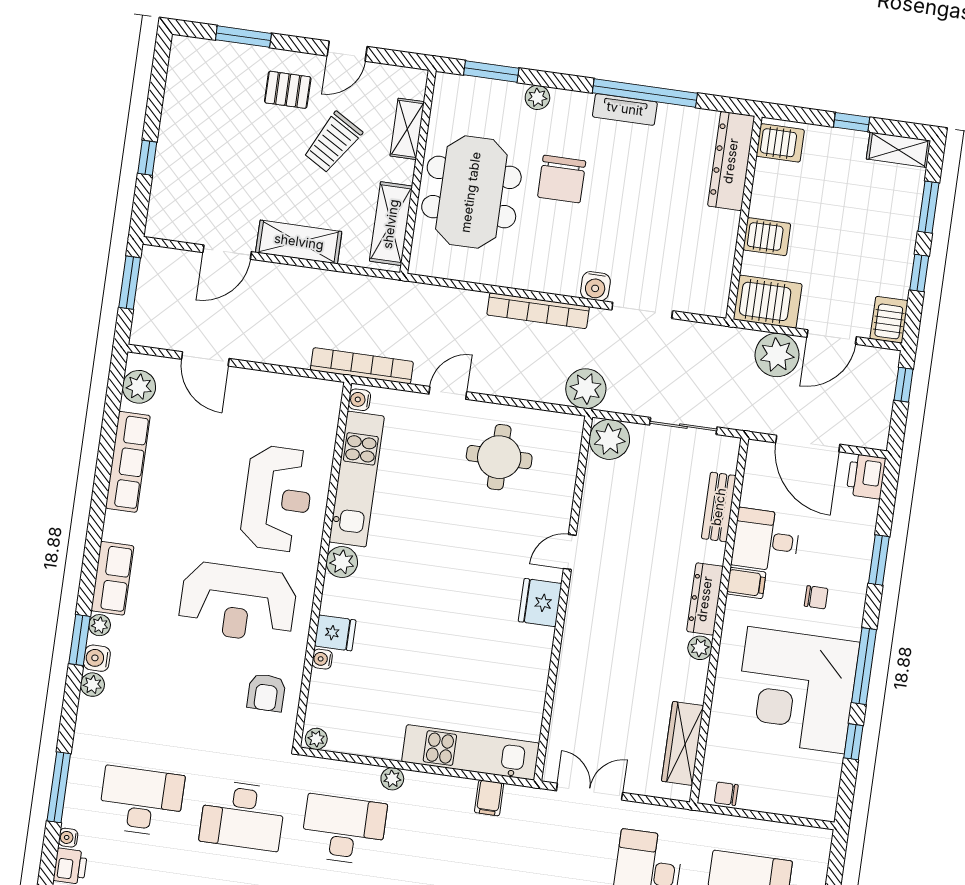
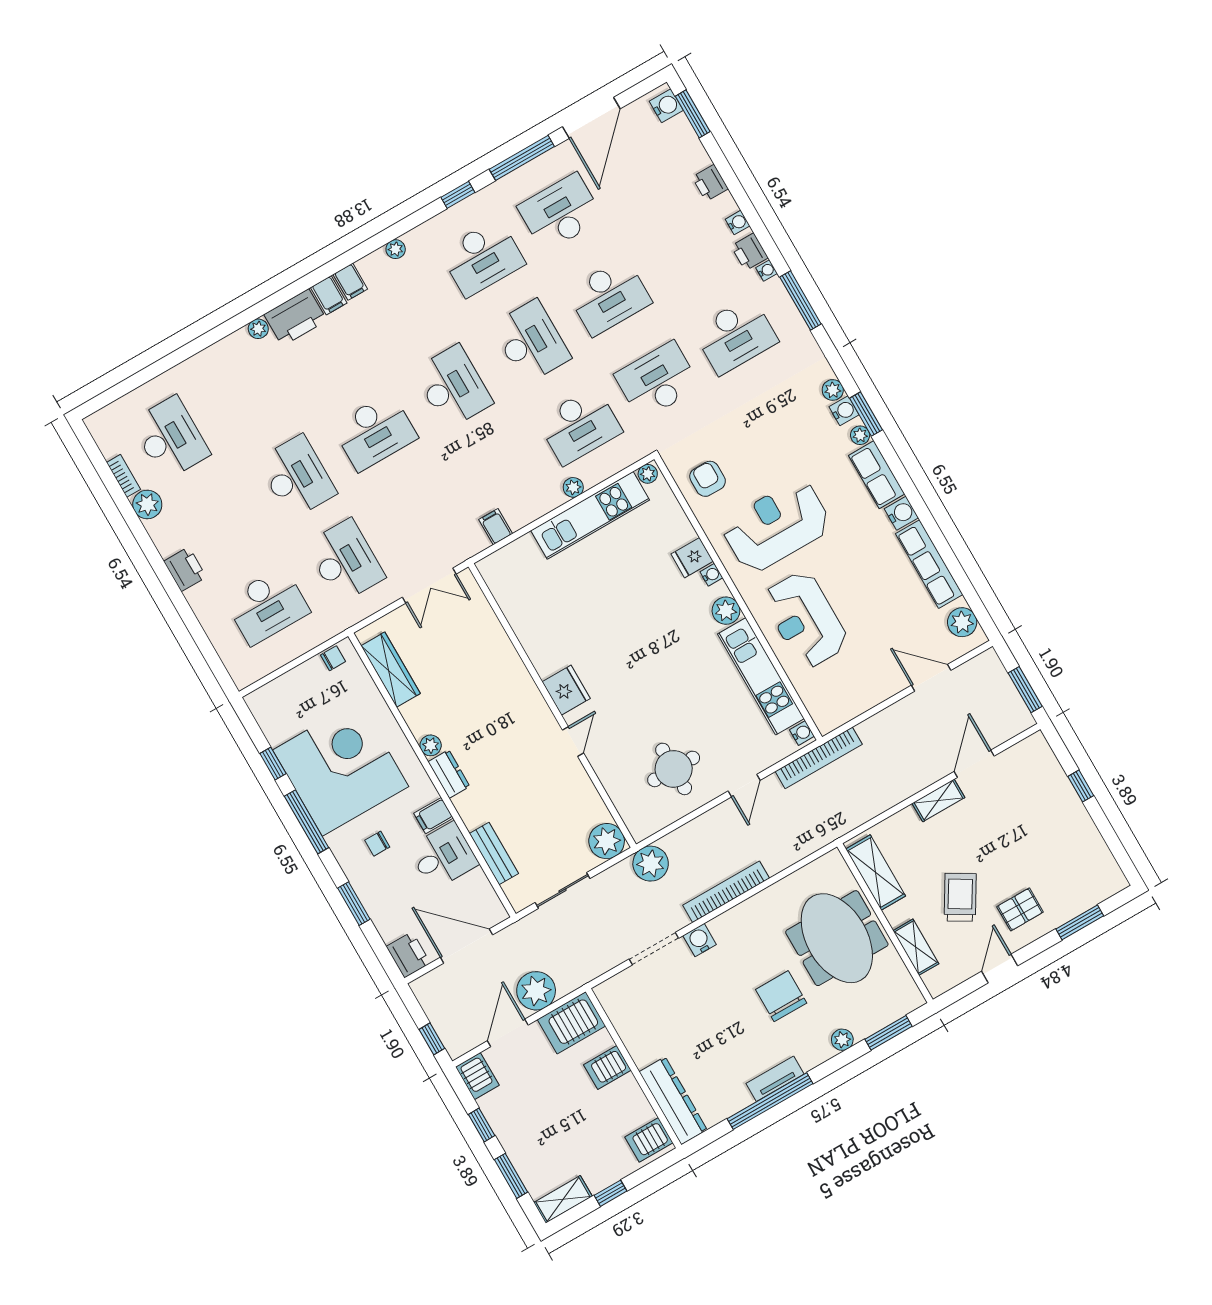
shelving: (299, 242) -> (938, 800), width x0.67, depth x0.75
water cooler: (117, 527) -> (901, 513), added
dresser: (705, 599) -> (449, 774), width x0.70
water cooler: (322, 659) -> (711, 575), moved
kitchen unit: (470, 752) -> (590, 515), moved

